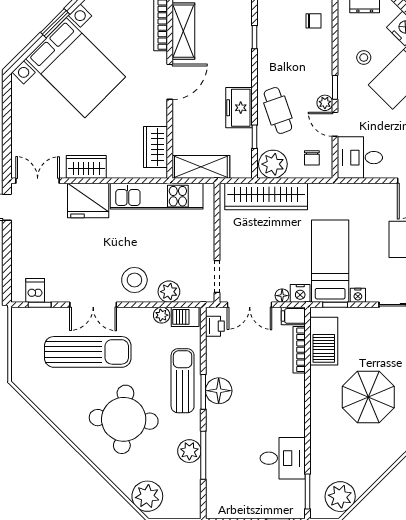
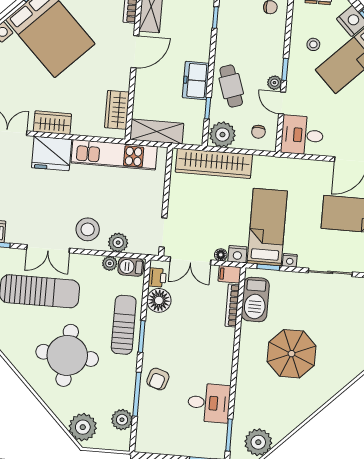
floor lamp: (219, 391) -> (159, 300), moved
armchair: (225, 437) -> (158, 379), added
plant: (189, 451) -> (122, 420), moved

